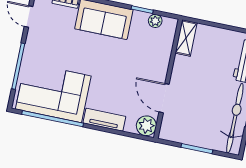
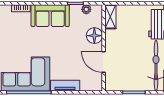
floor lamp: (159, 59) -> (94, 36), added
plant: (146, 126) -> (95, 84), removed

